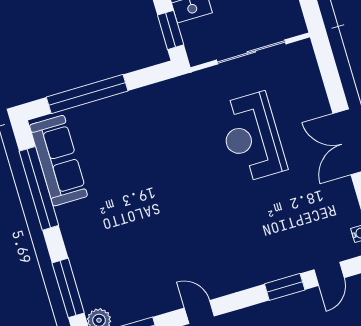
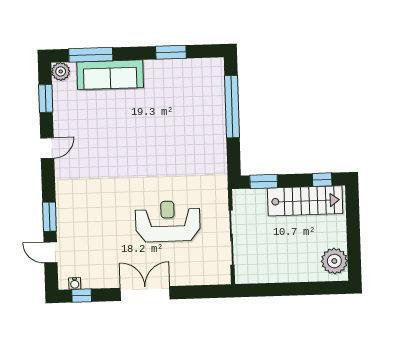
sofa: (58, 161) -> (110, 75), moved
window: (39, 188) -> (171, 52), width x0.47

